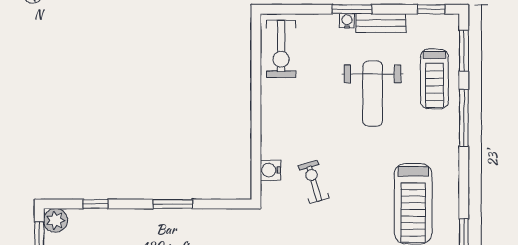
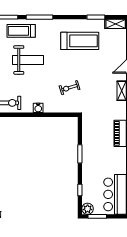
treadmill: (434, 79) -> (21, 31), turned 180
water cooler: (270, 170) -> (38, 108), moved

